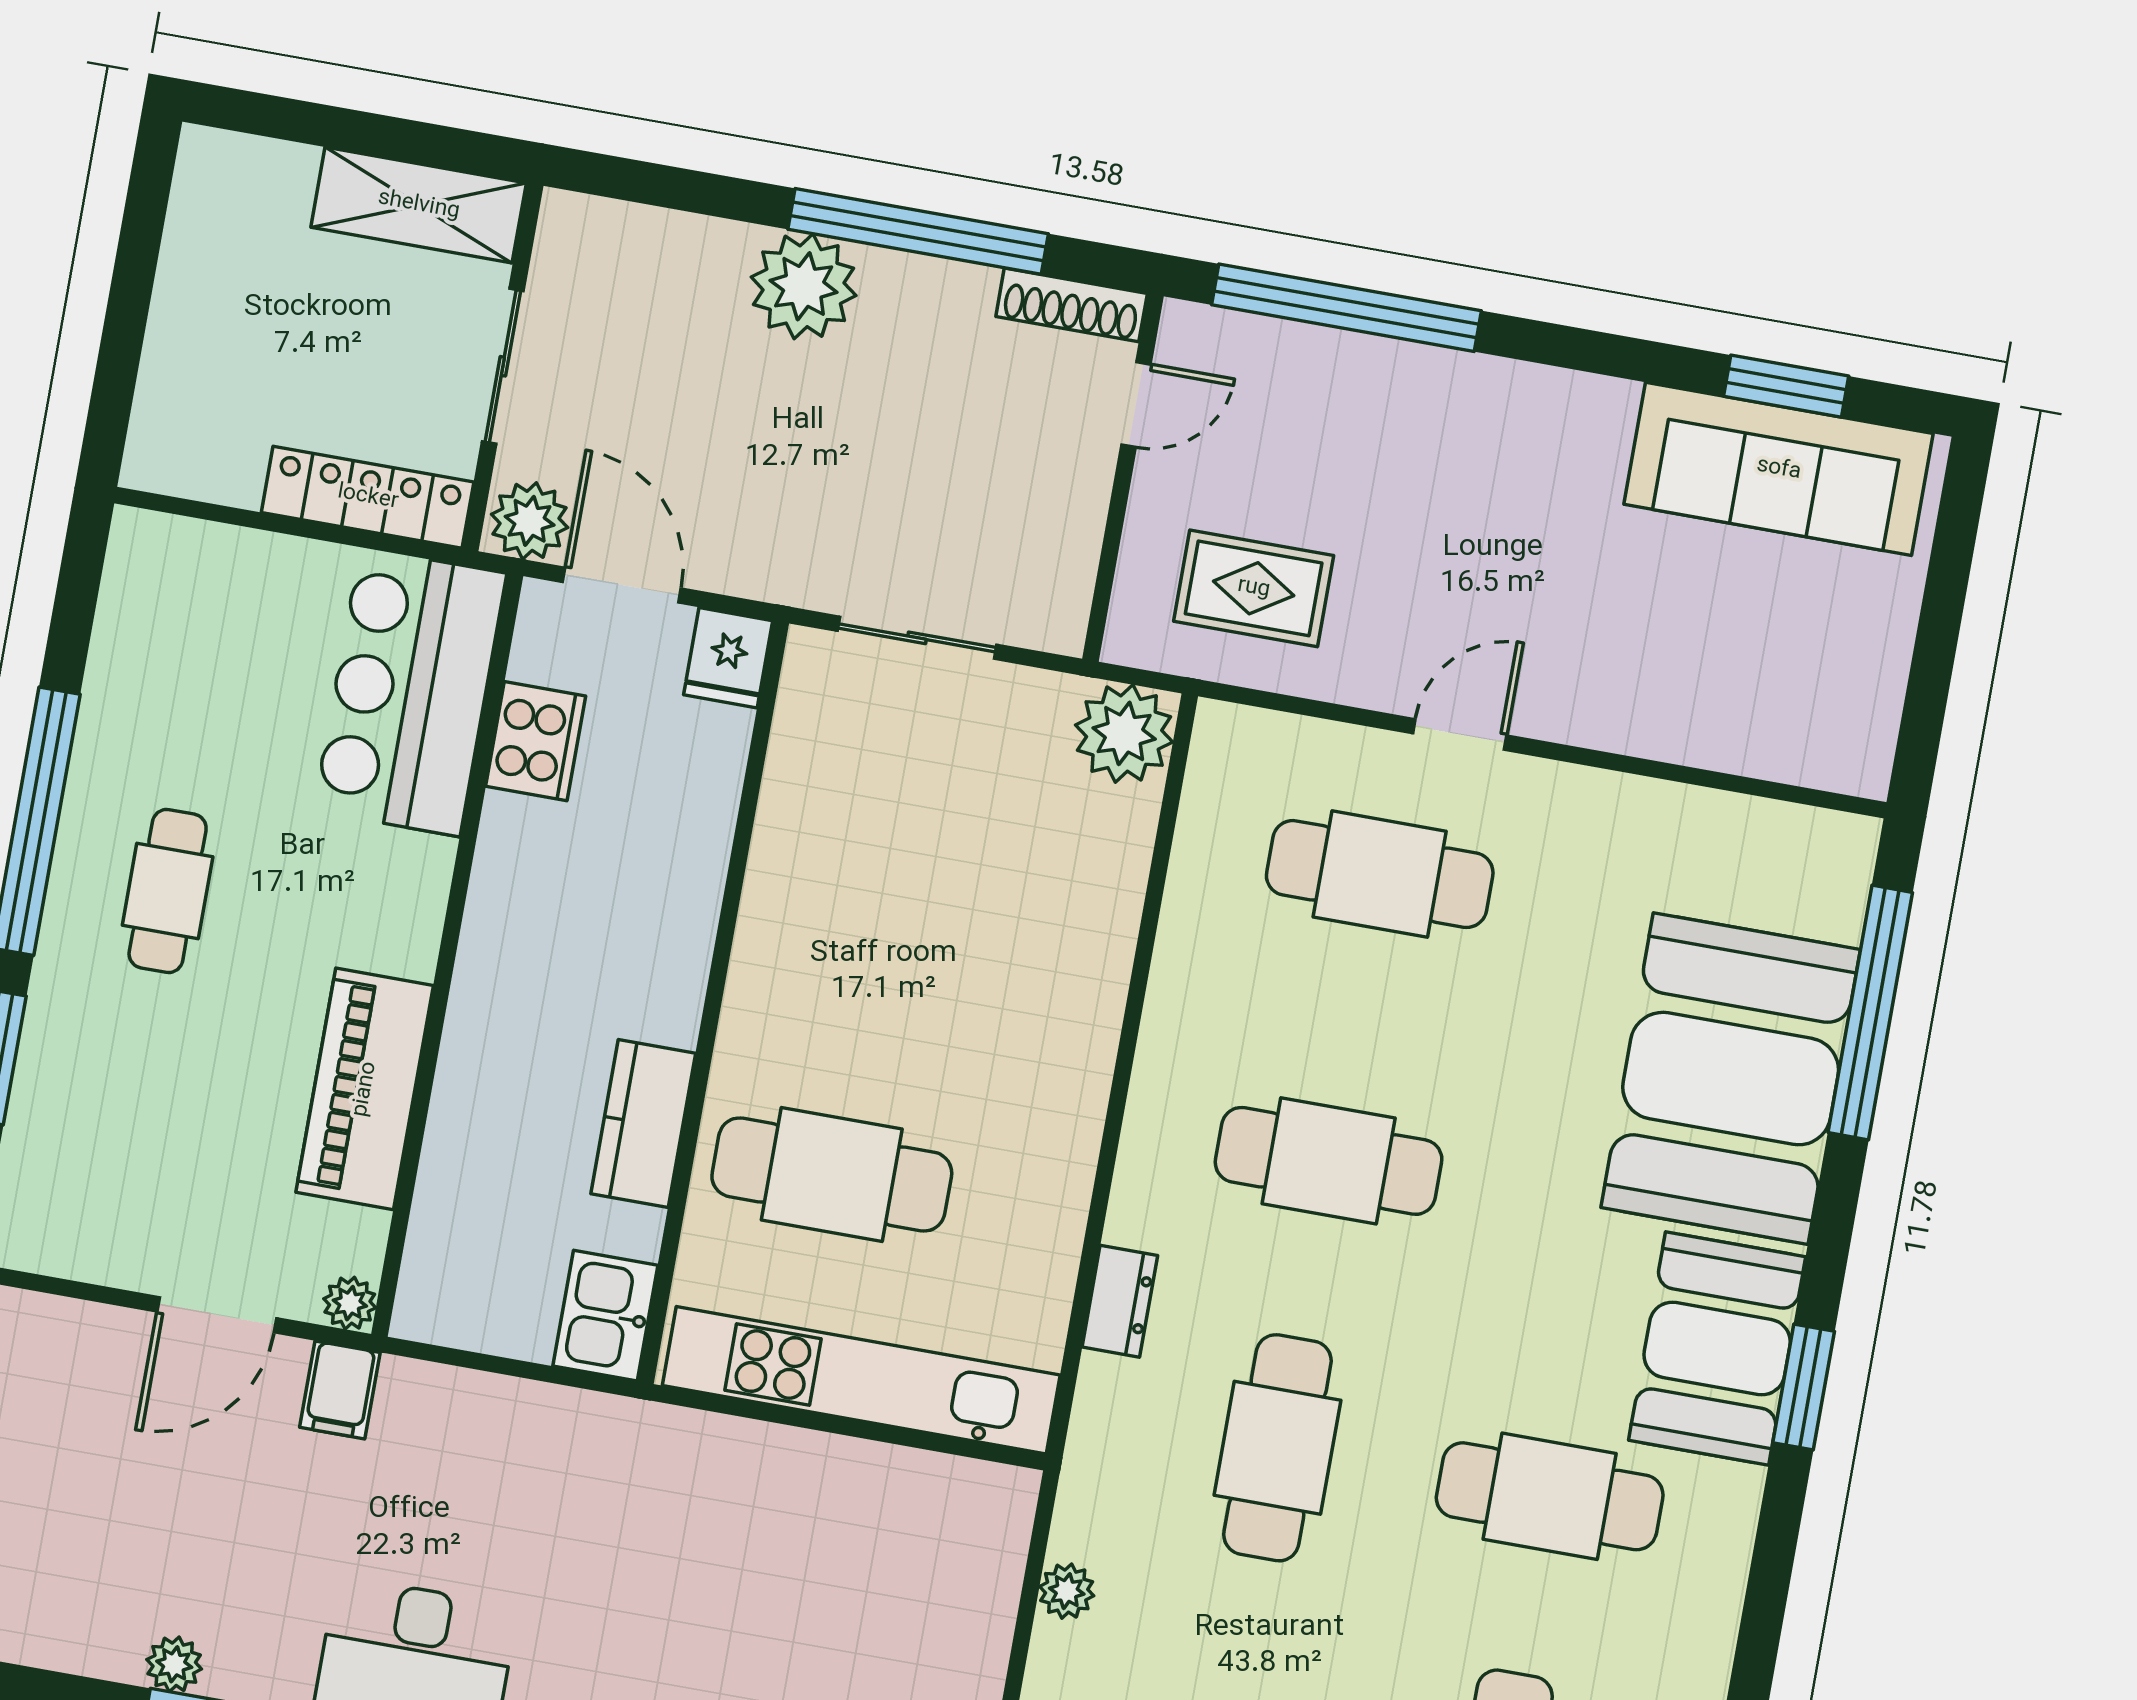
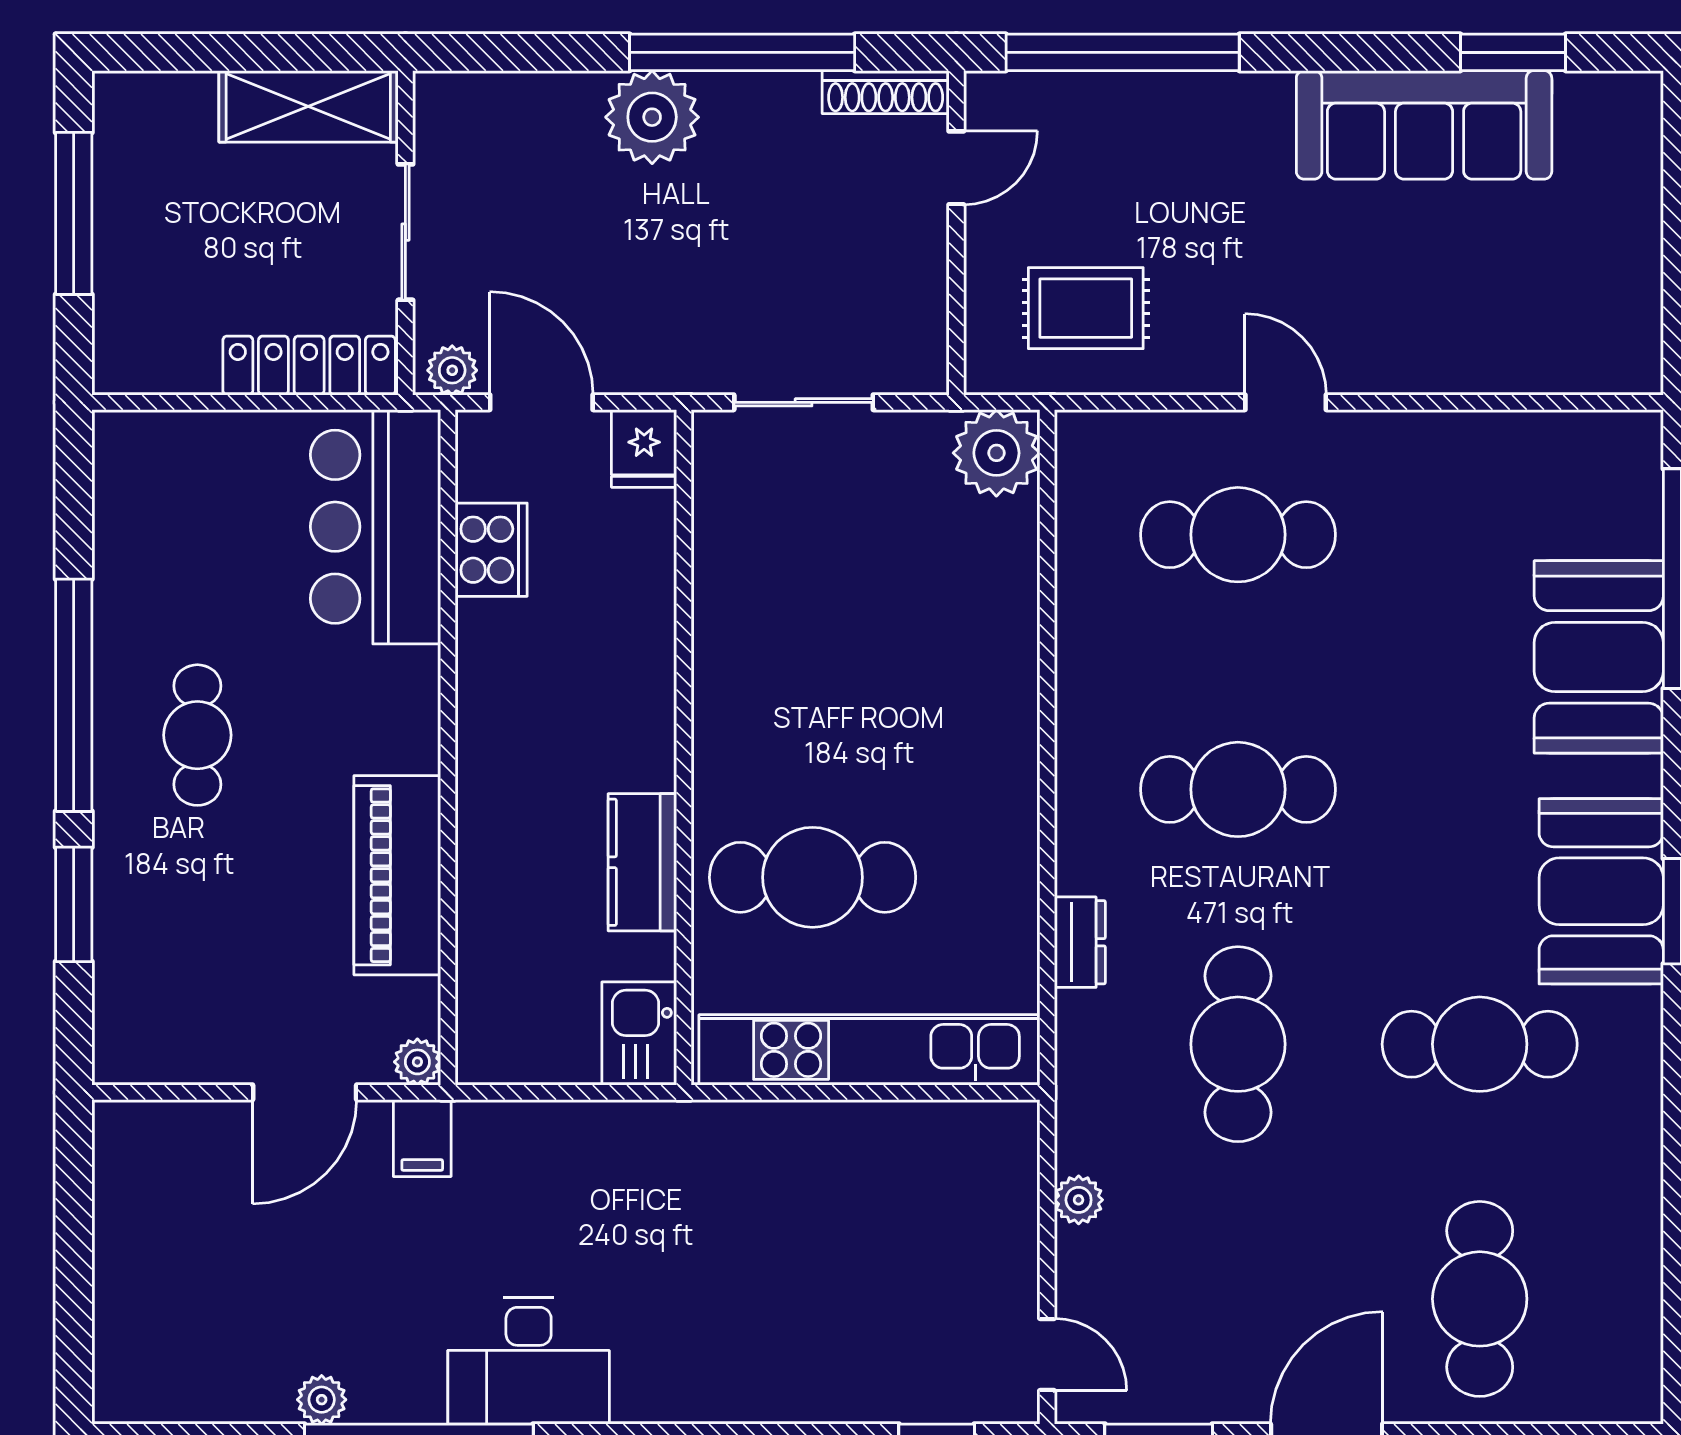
window: (133, 279) -> (74, 213), added
sofa: (1779, 469) -> (1424, 125), moved
plant: (530, 521) -> (452, 370), width x0.73, depth x0.73
door: (1460, 734) -> (1286, 402), hinge flipped
booth: (1731, 1079) -> (1599, 657), width x0.73, depth x0.70

